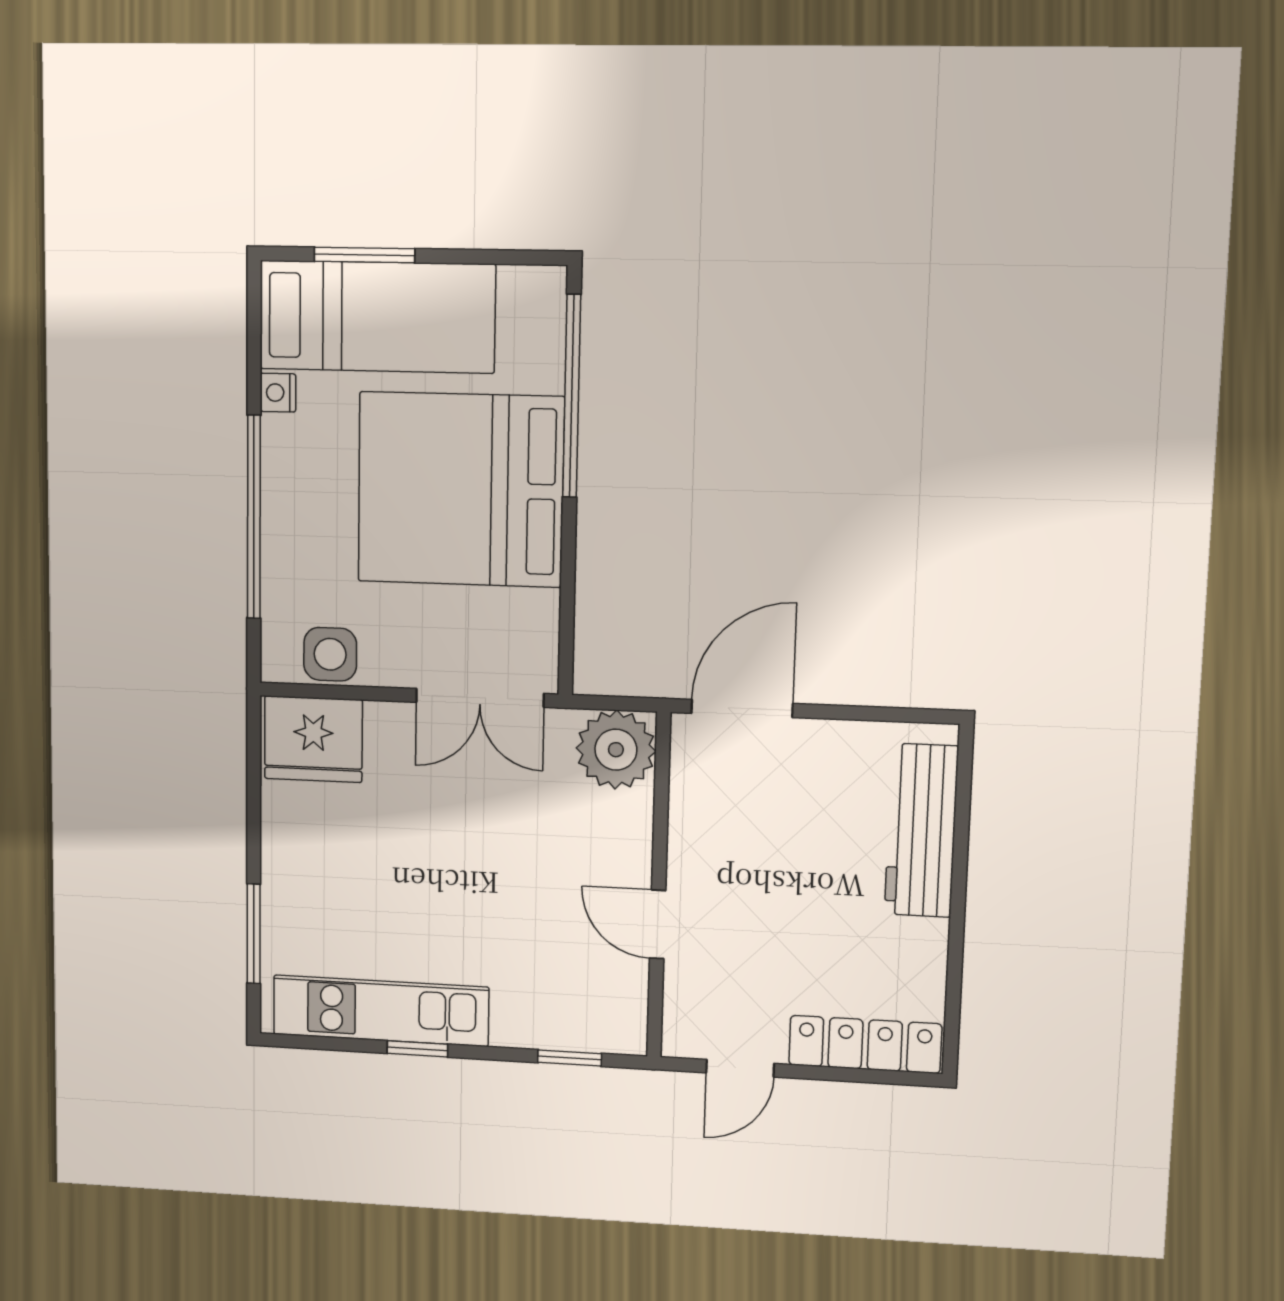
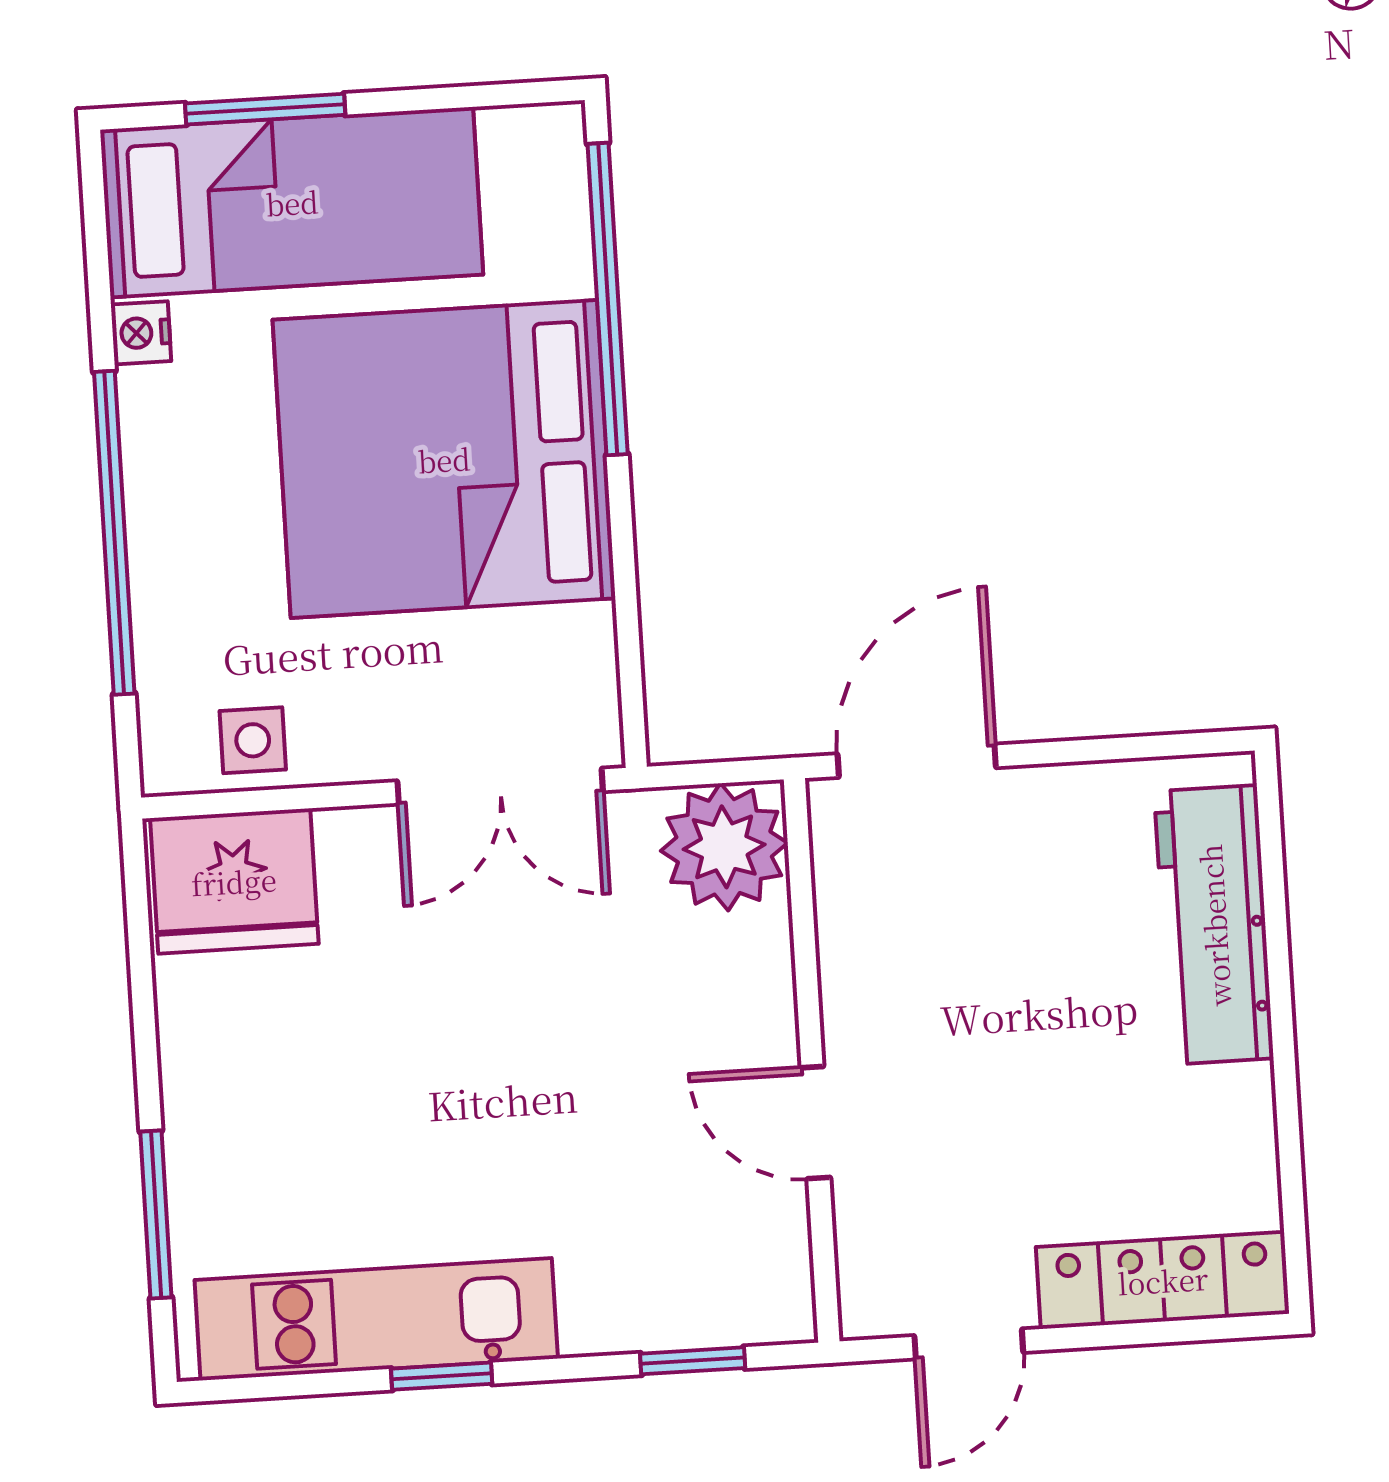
side table: (330, 654) -> (253, 740), width x0.73, depth x0.73

